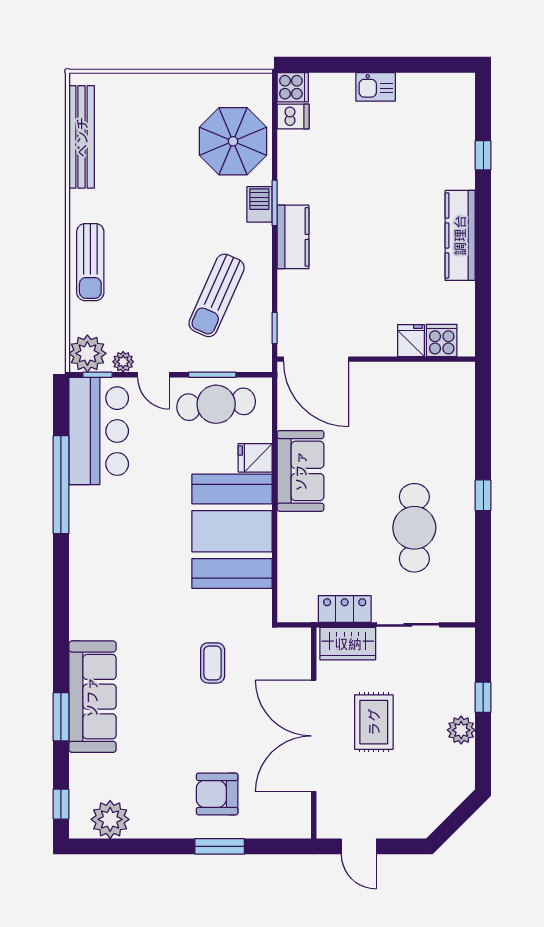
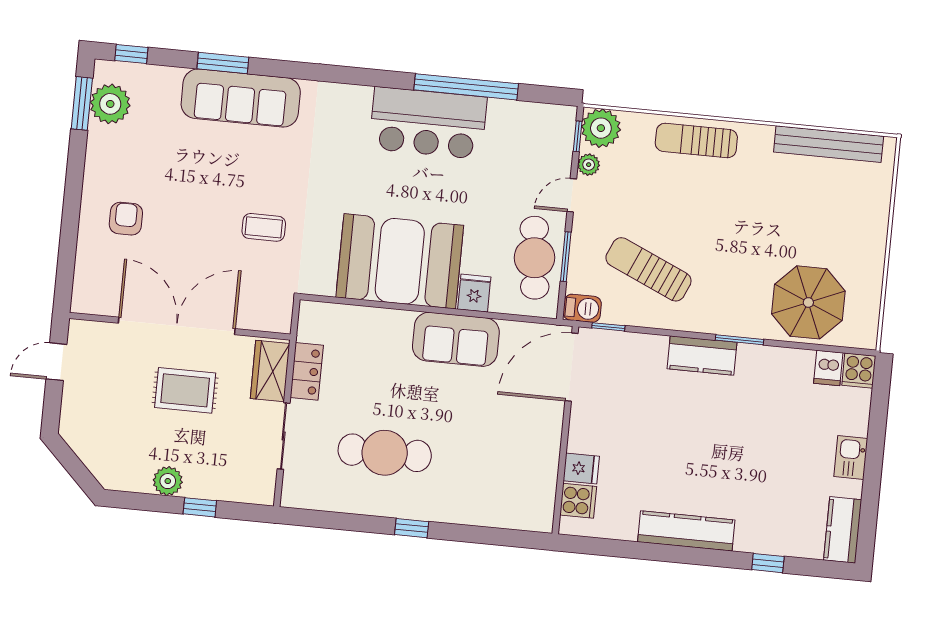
kitchen counter: (445, 88) -> (843, 530), added
barbecue: (259, 204) -> (582, 308), moved
bar counter: (99, 431) -> (428, 123), moved
armchair: (217, 794) -> (126, 219), width x0.72, depth x0.72
window: (220, 846) -> (82, 103), moved

